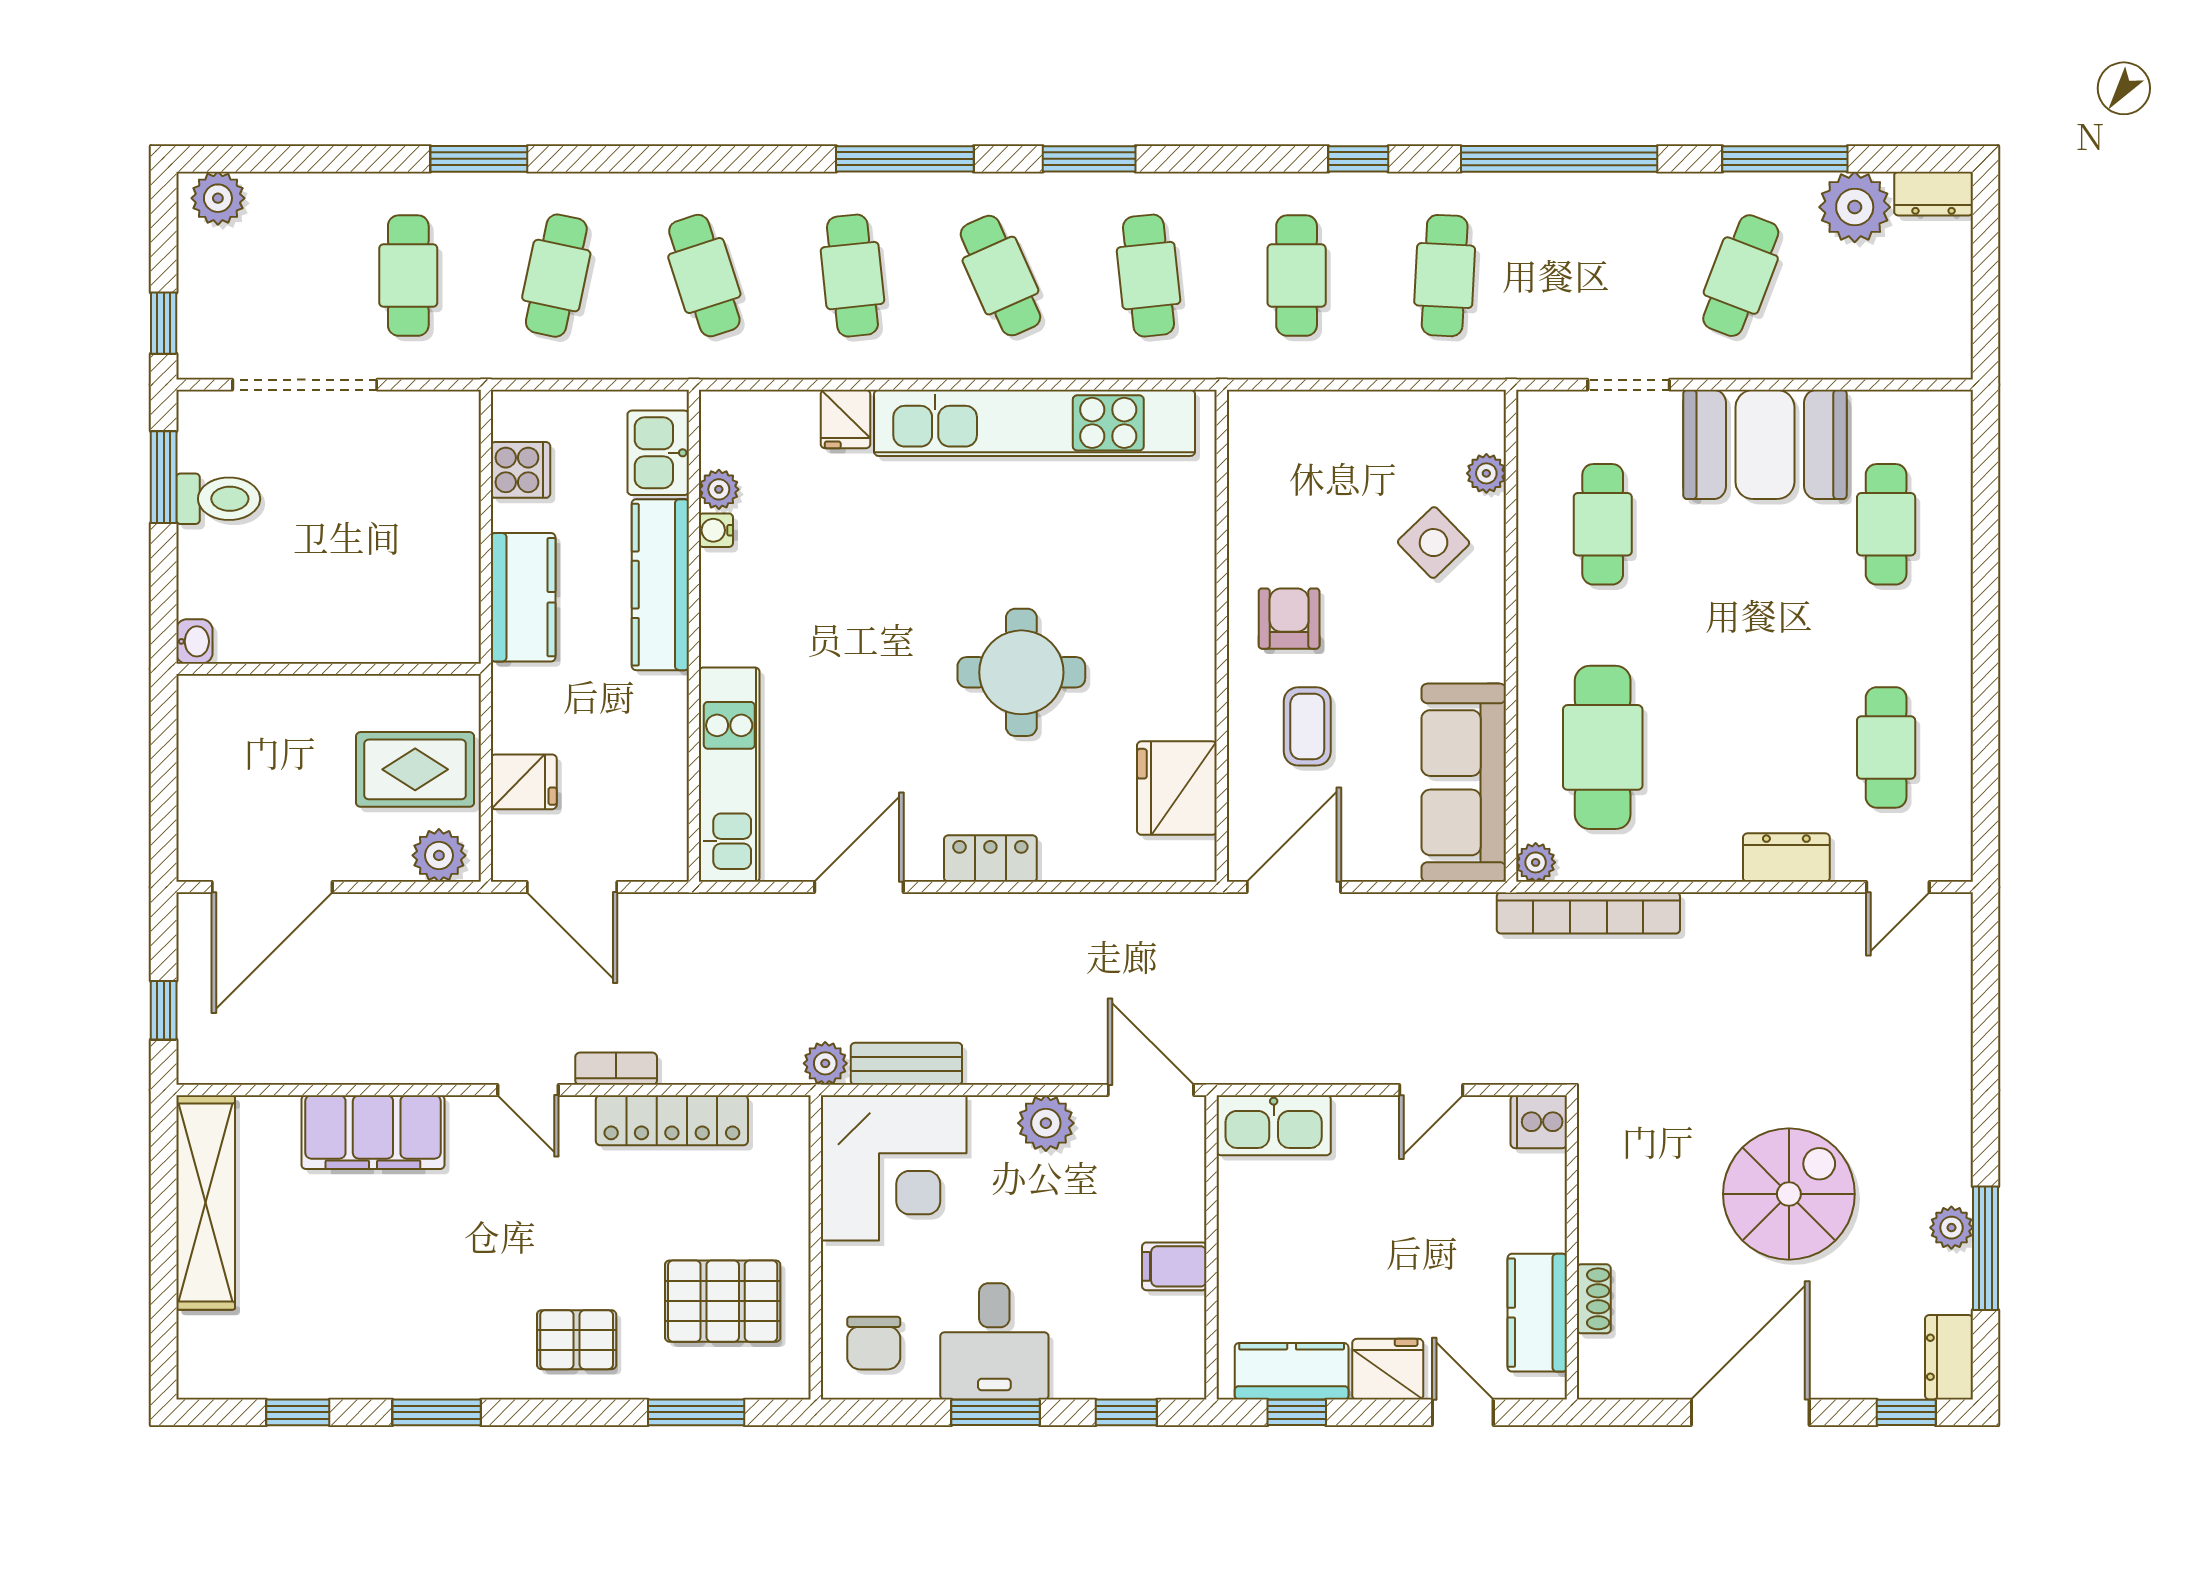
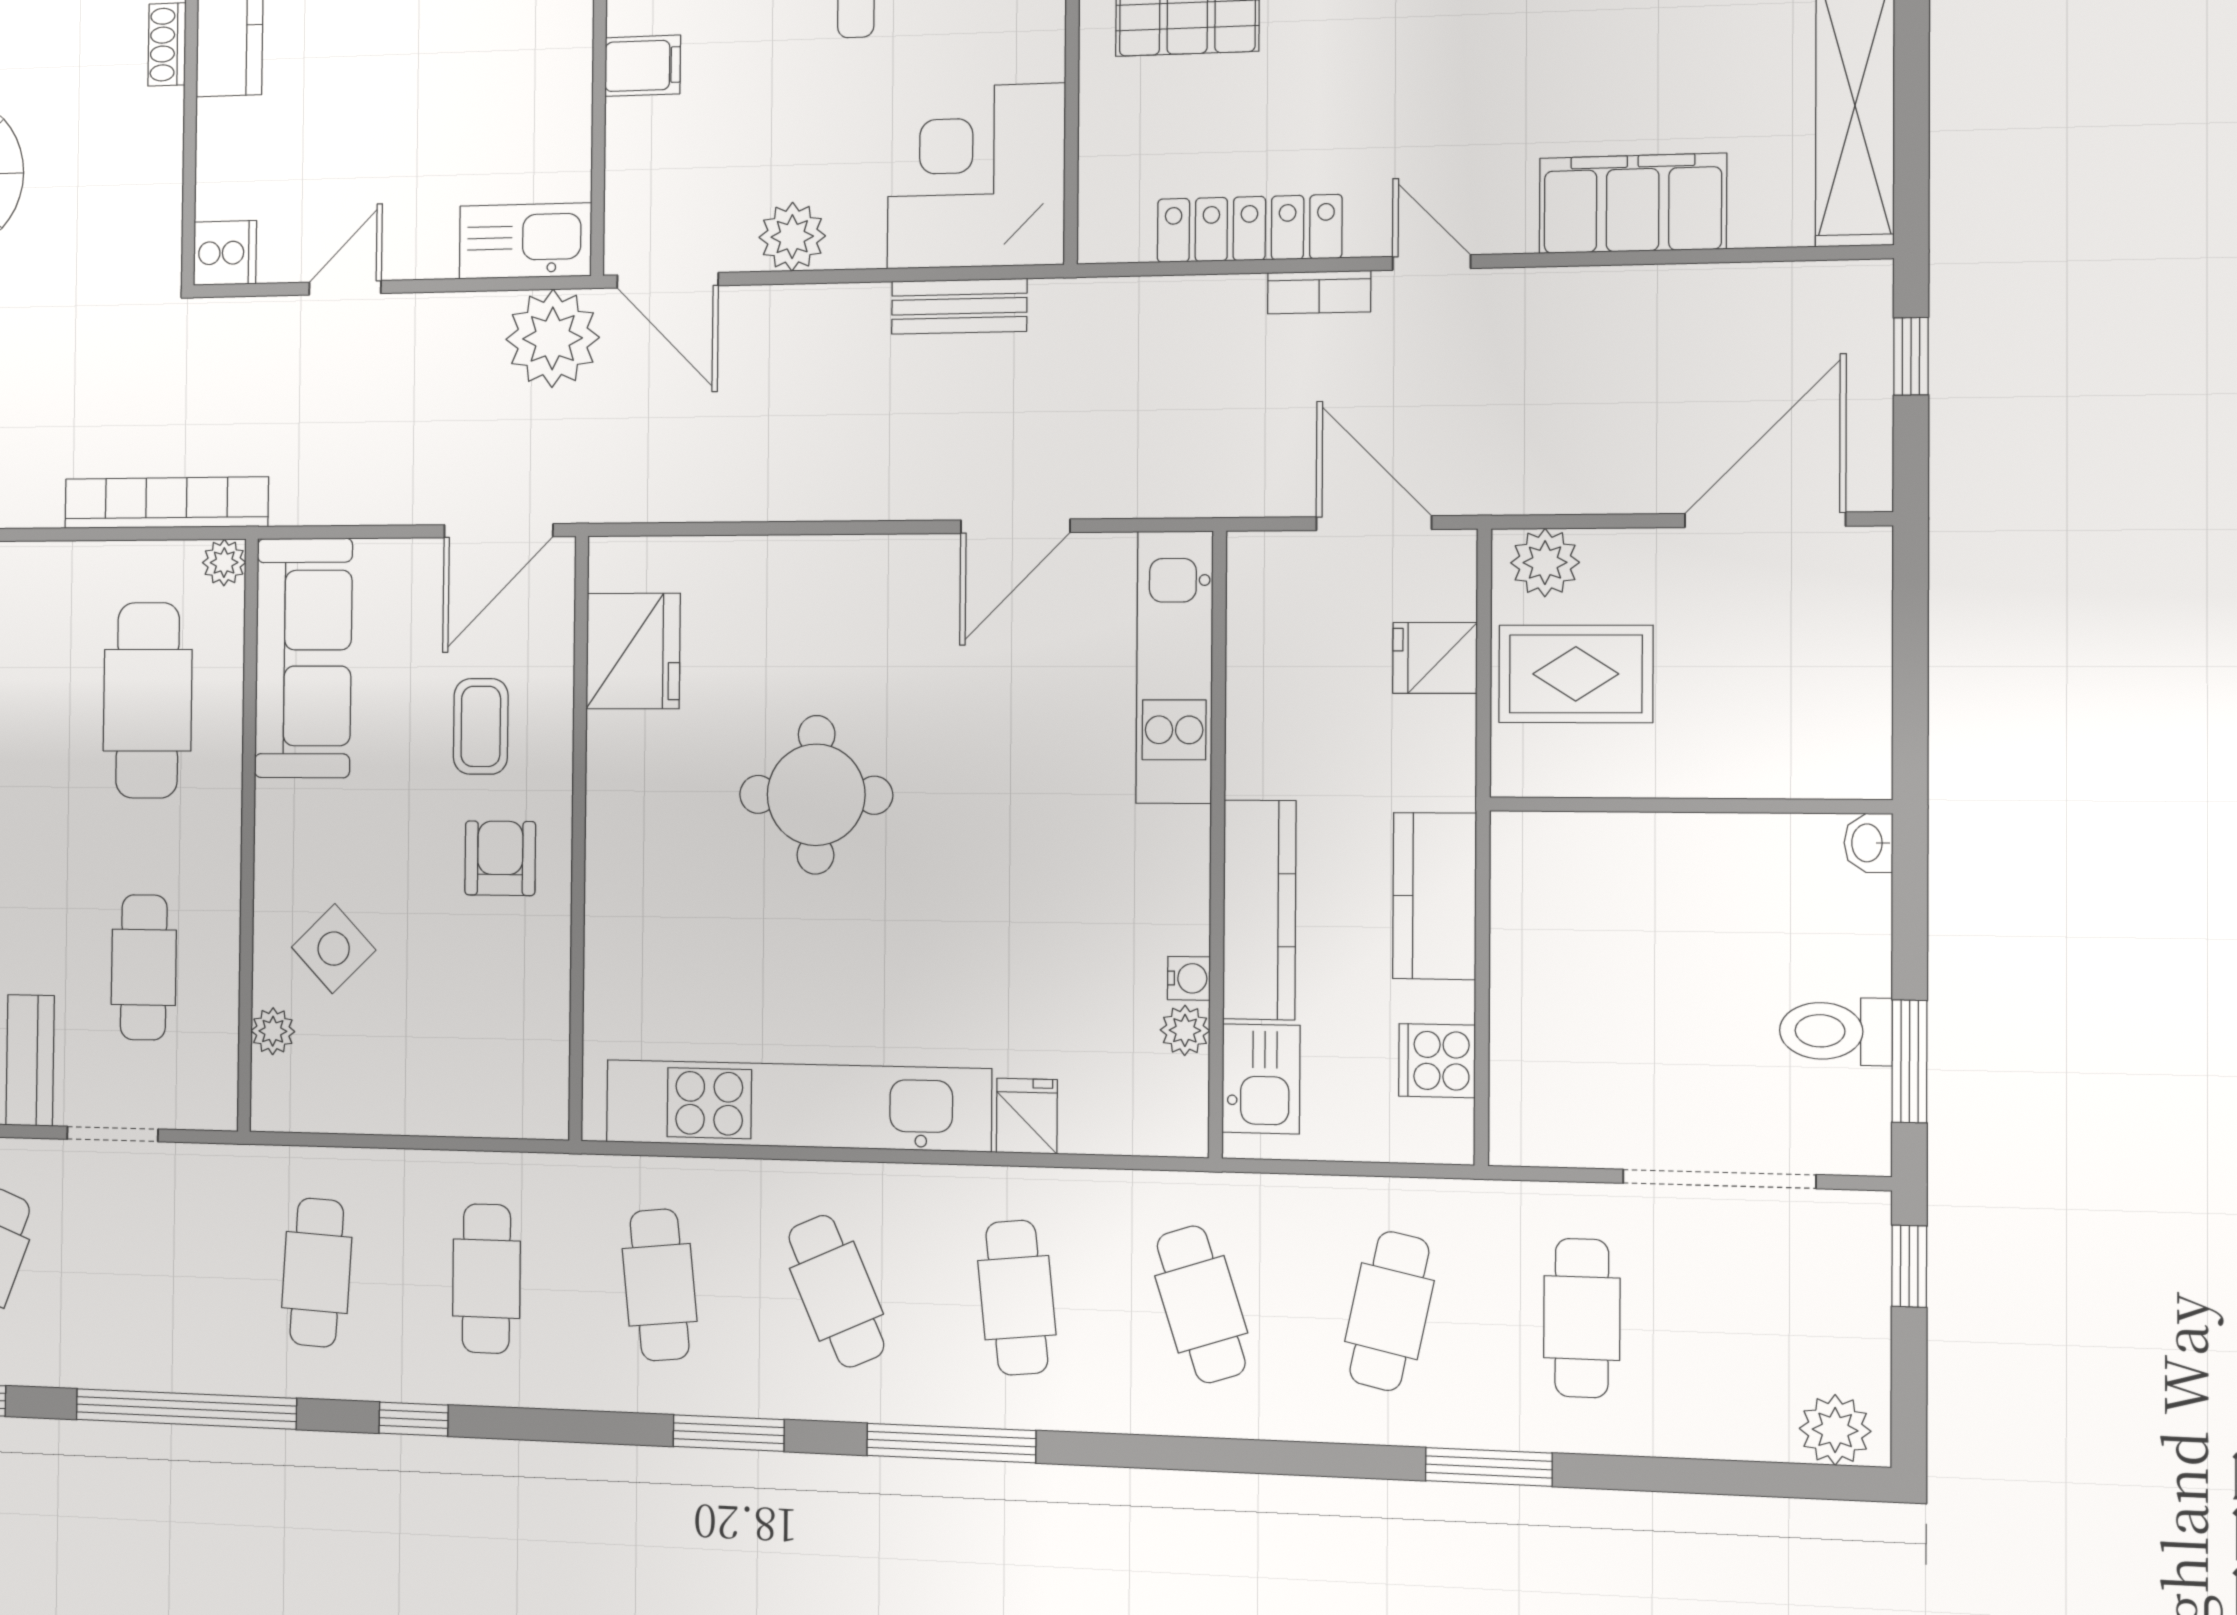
armchair: (1289, 619) -> (500, 858), turned 180
locker: (990, 859) -> (855, 563), removed
plant: (825, 1063) -> (553, 338), moved, width x1.87, depth x1.87

